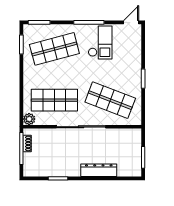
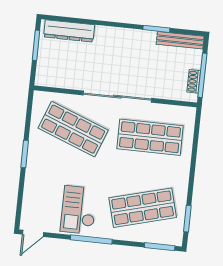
plant: (29, 119) -> (187, 115), removed
dresser: (99, 170) -> (69, 31), moved
bench: (40, 172) -> (180, 40), added

